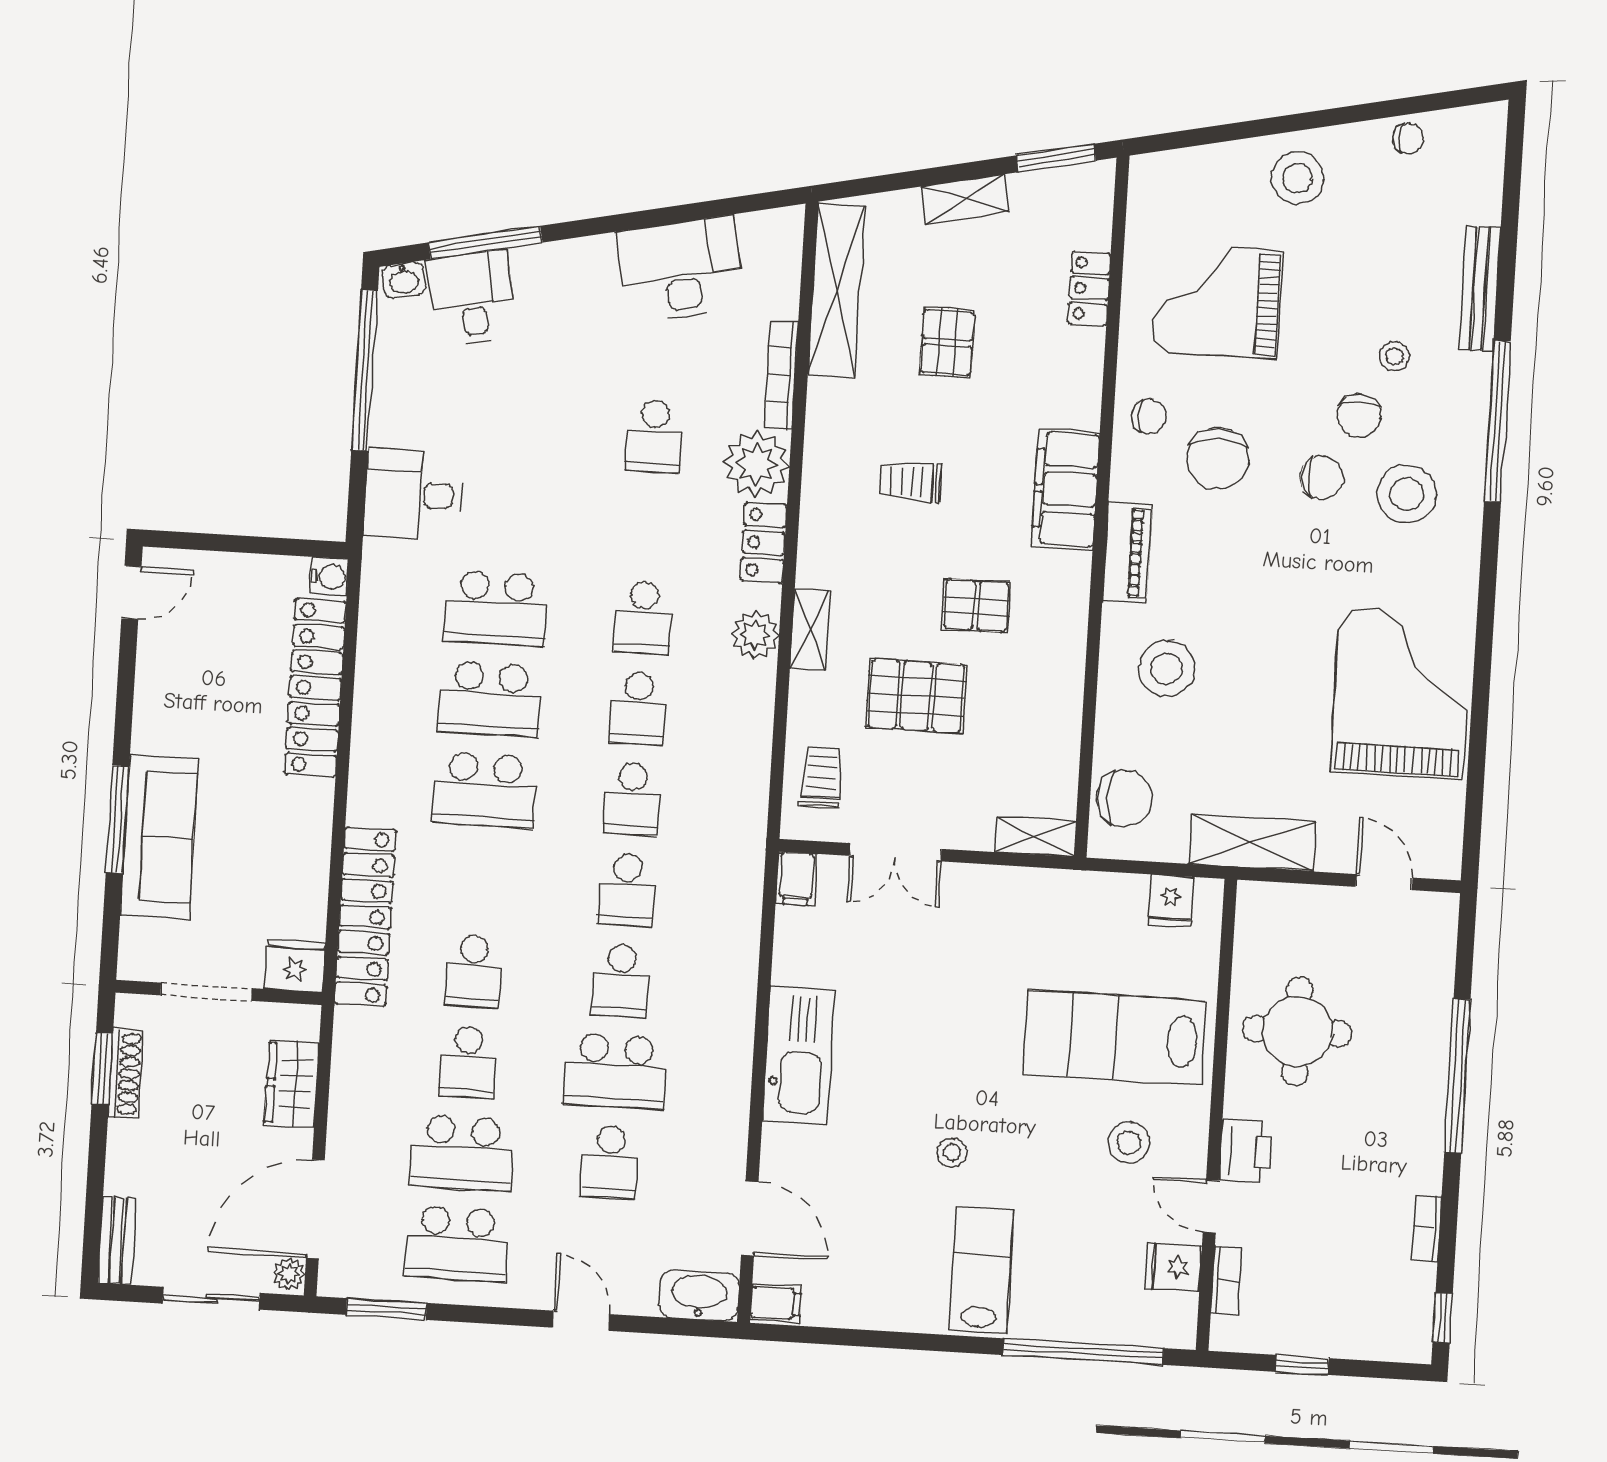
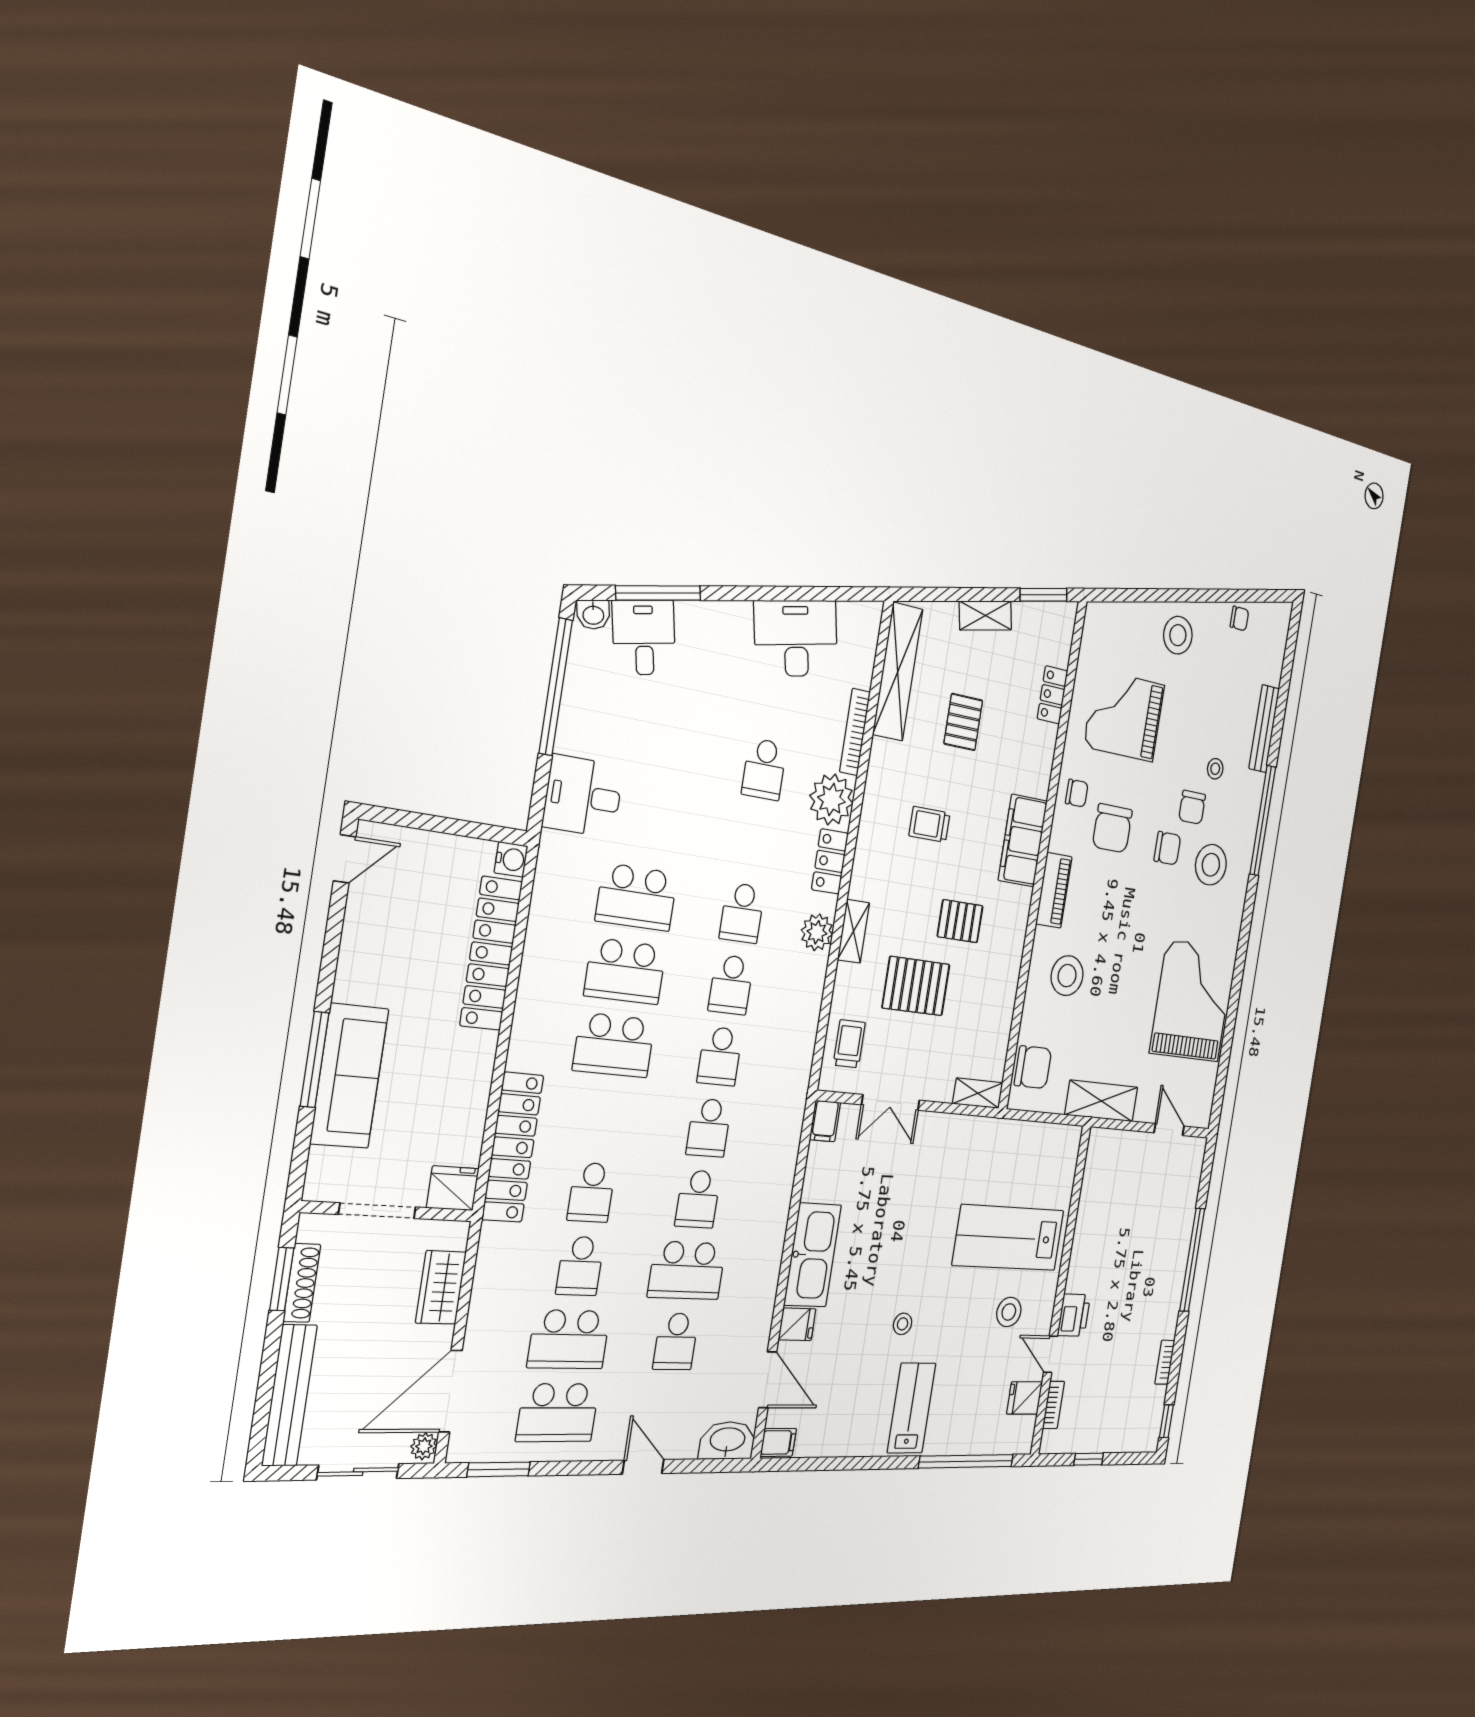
fridge: (1171, 901) -> (797, 1324), moved, turned -90
round table: (1297, 1031) -> (1111, 1231), removed
bench: (117, 1240) -> (289, 1395), width x1.86, depth x1.21

